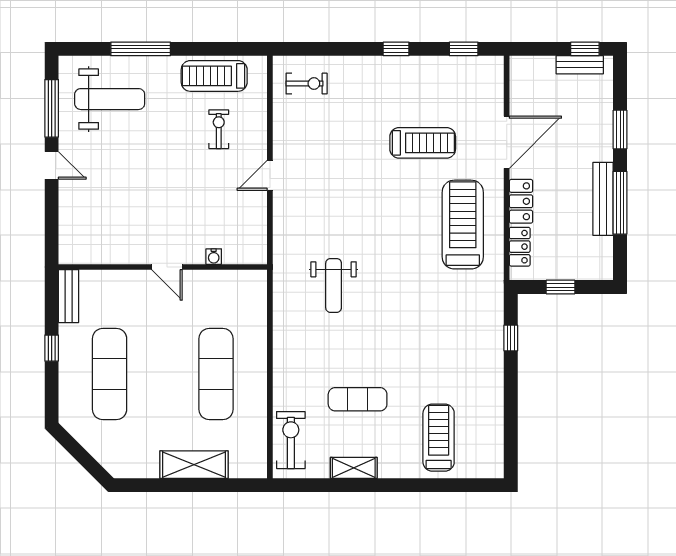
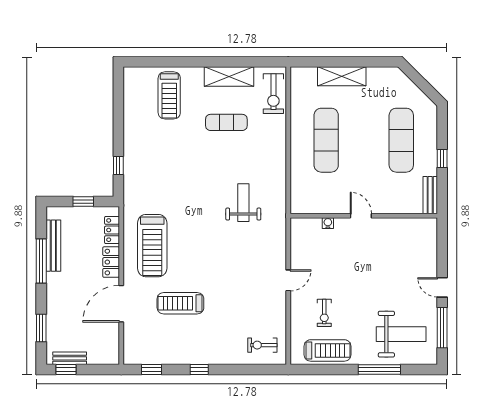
weight bench: (110, 99) -> (401, 334), turned 180
window: (620, 130) -> (41, 328), moved
bench: (603, 199) -> (53, 246), moved
shelving: (354, 468) -> (229, 77), width x1.50, depth x1.33

